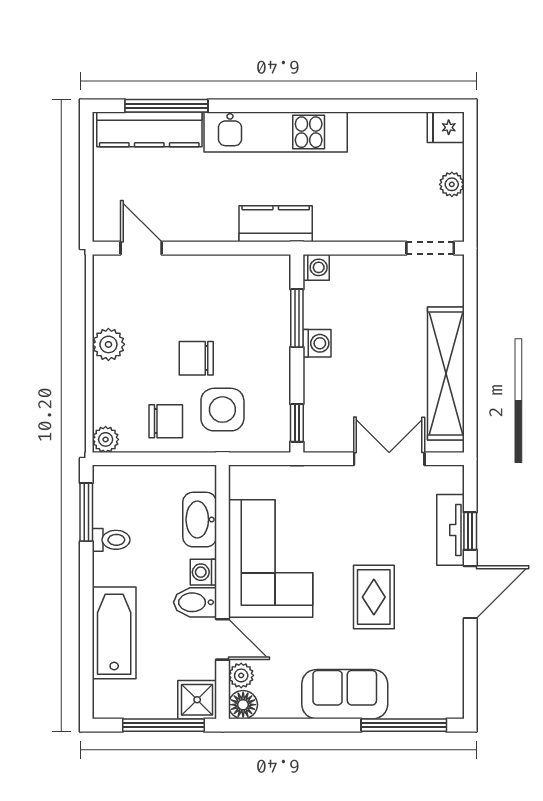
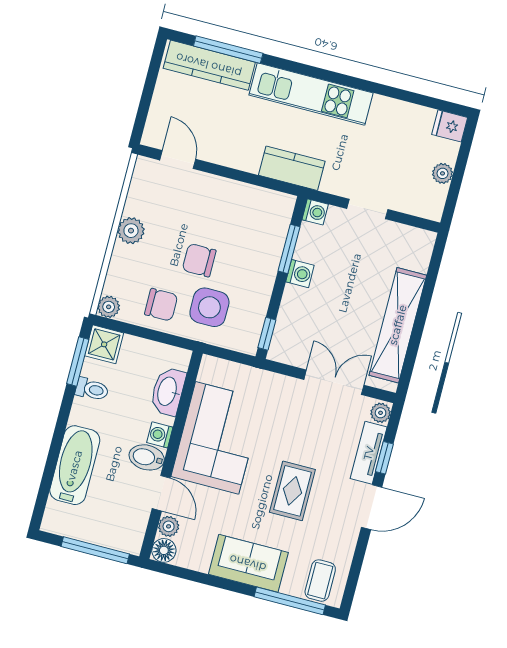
doorway: (430, 248) -> (367, 209), moved
plant: (452, 480) -> (381, 413), added
coffee table: (433, 692) -> (320, 581), added
shower: (197, 700) -> (104, 344), moved

